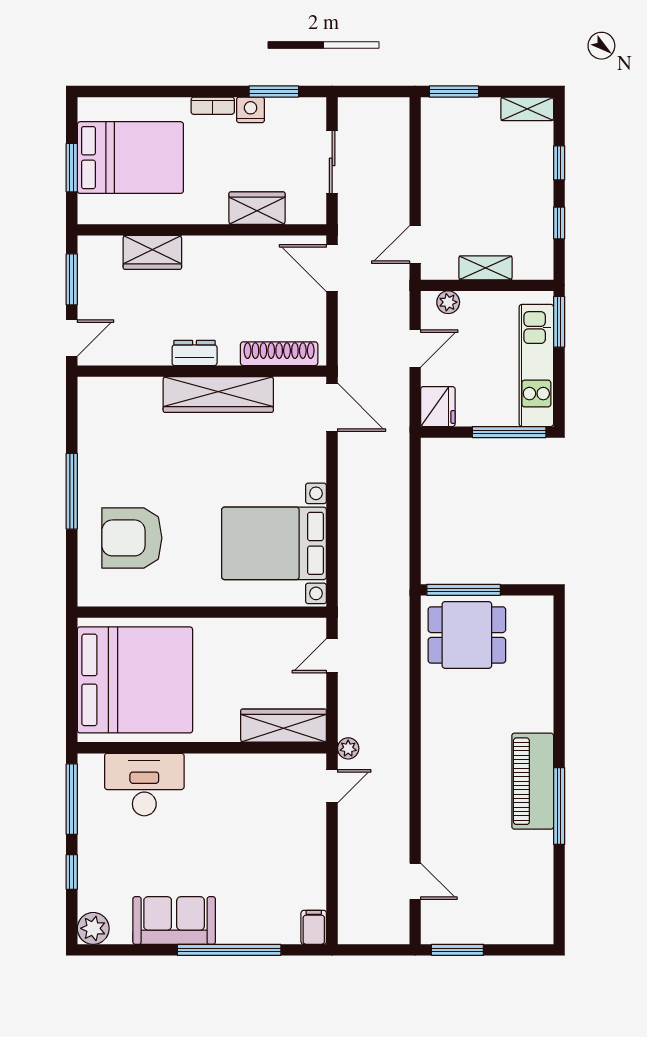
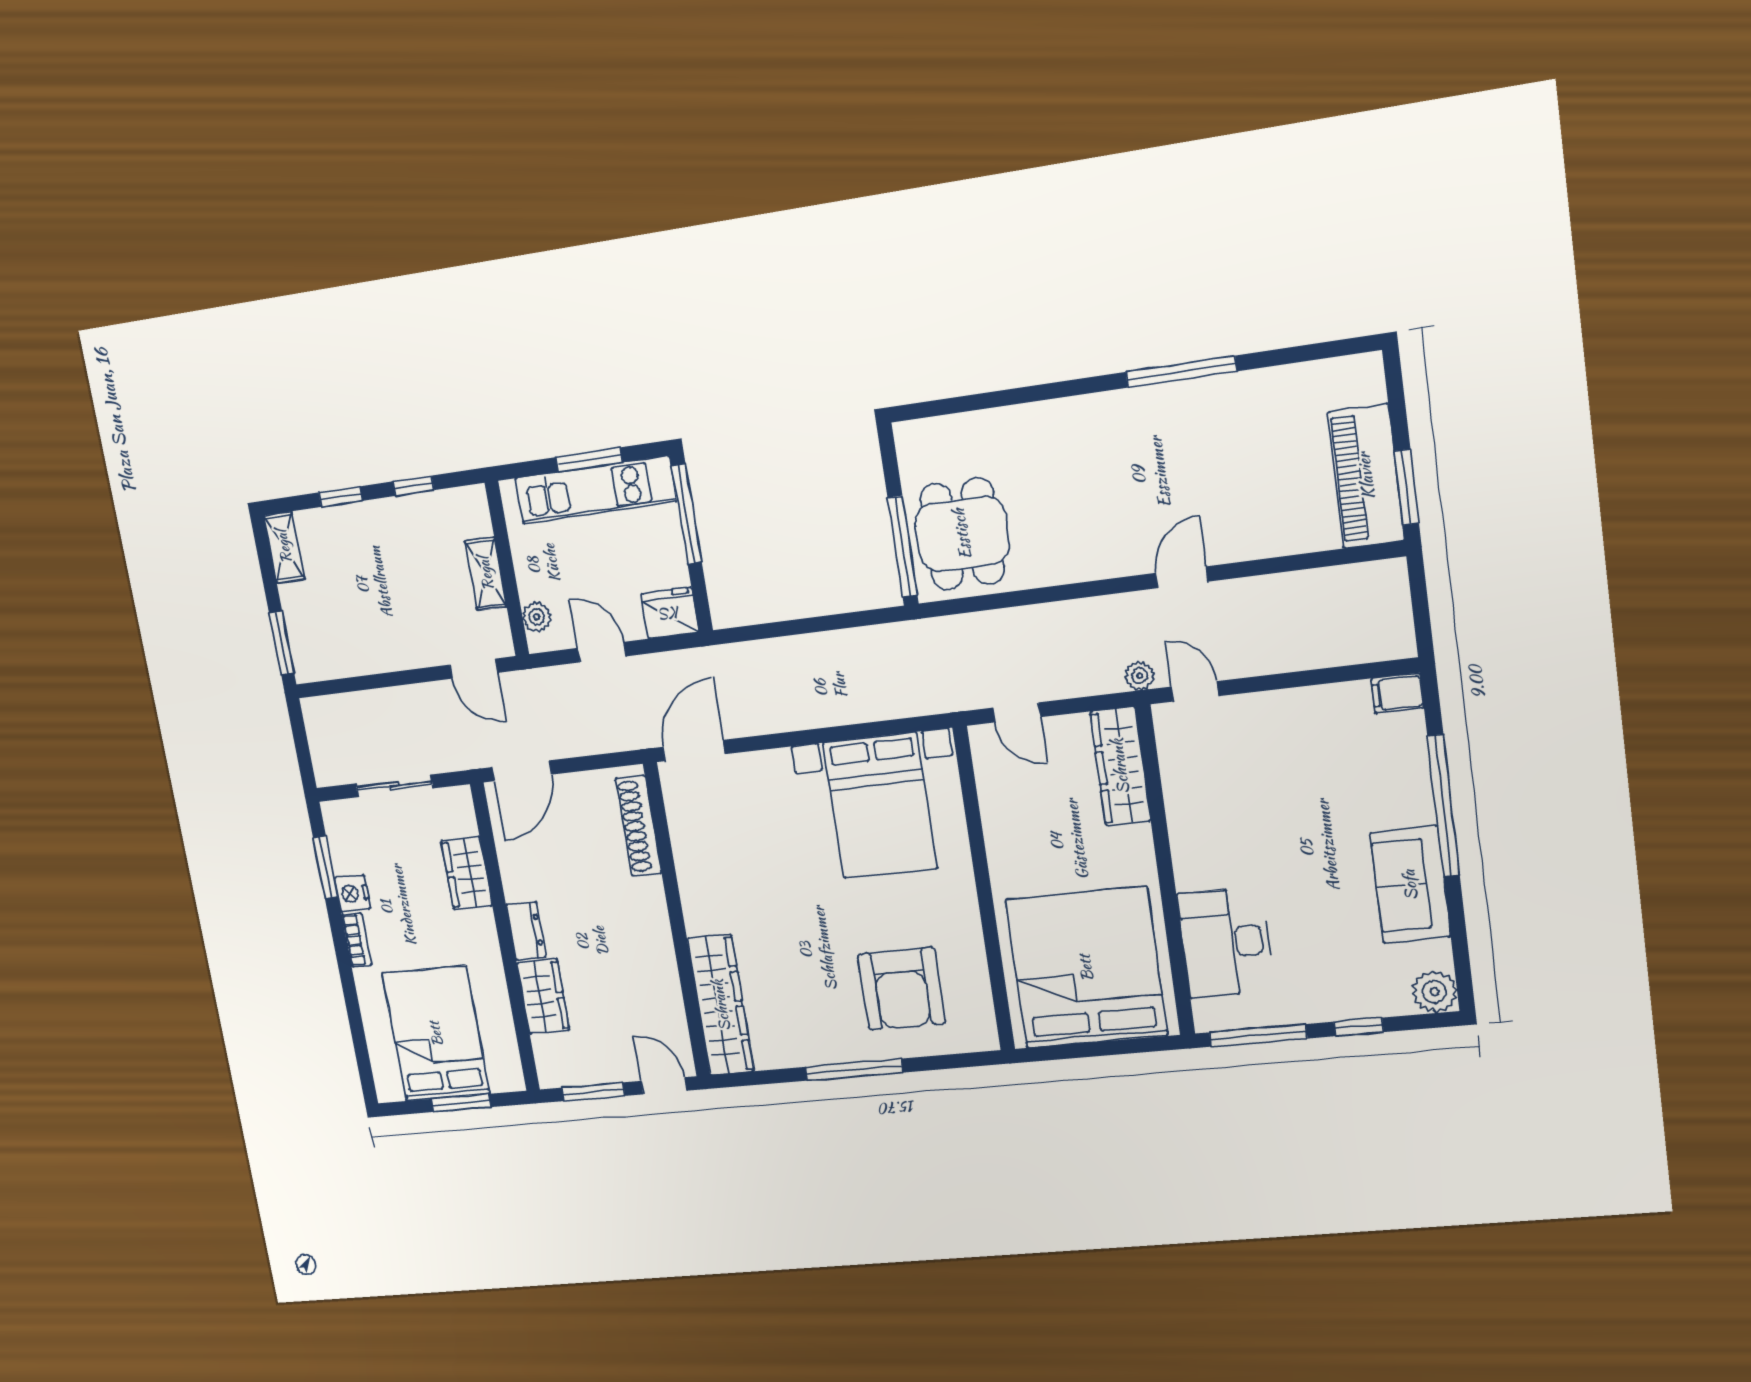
window: (559, 322) -> (589, 460), moved
dresser: (195, 353) -> (526, 931), moved, turned 180
wardrobe: (218, 395) -> (721, 1005), moved
piano: (533, 781) -> (1366, 476), moved, turned 90
door: (415, 881) -> (1182, 577), moved

